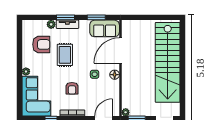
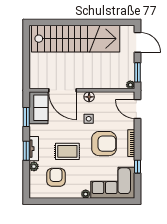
armchair: (72, 88) -> (104, 144), width x1.88, depth x1.88

